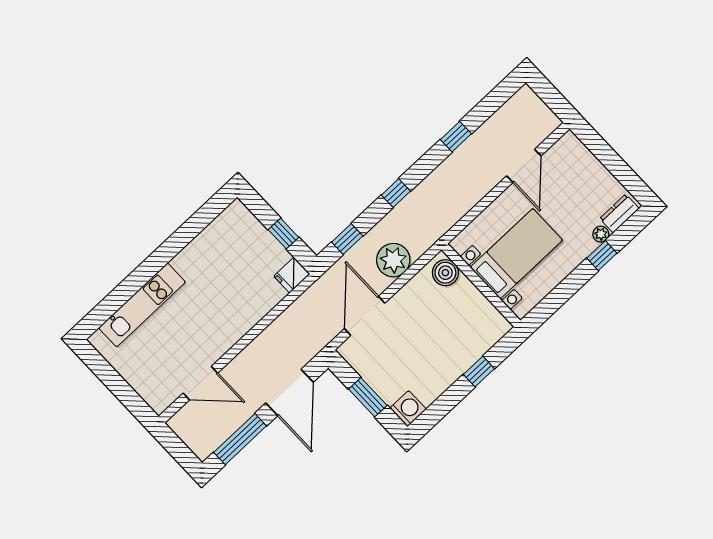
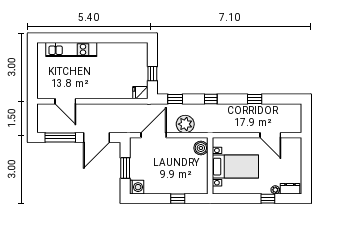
door: (524, 166) -> (270, 135), hinge flipped

